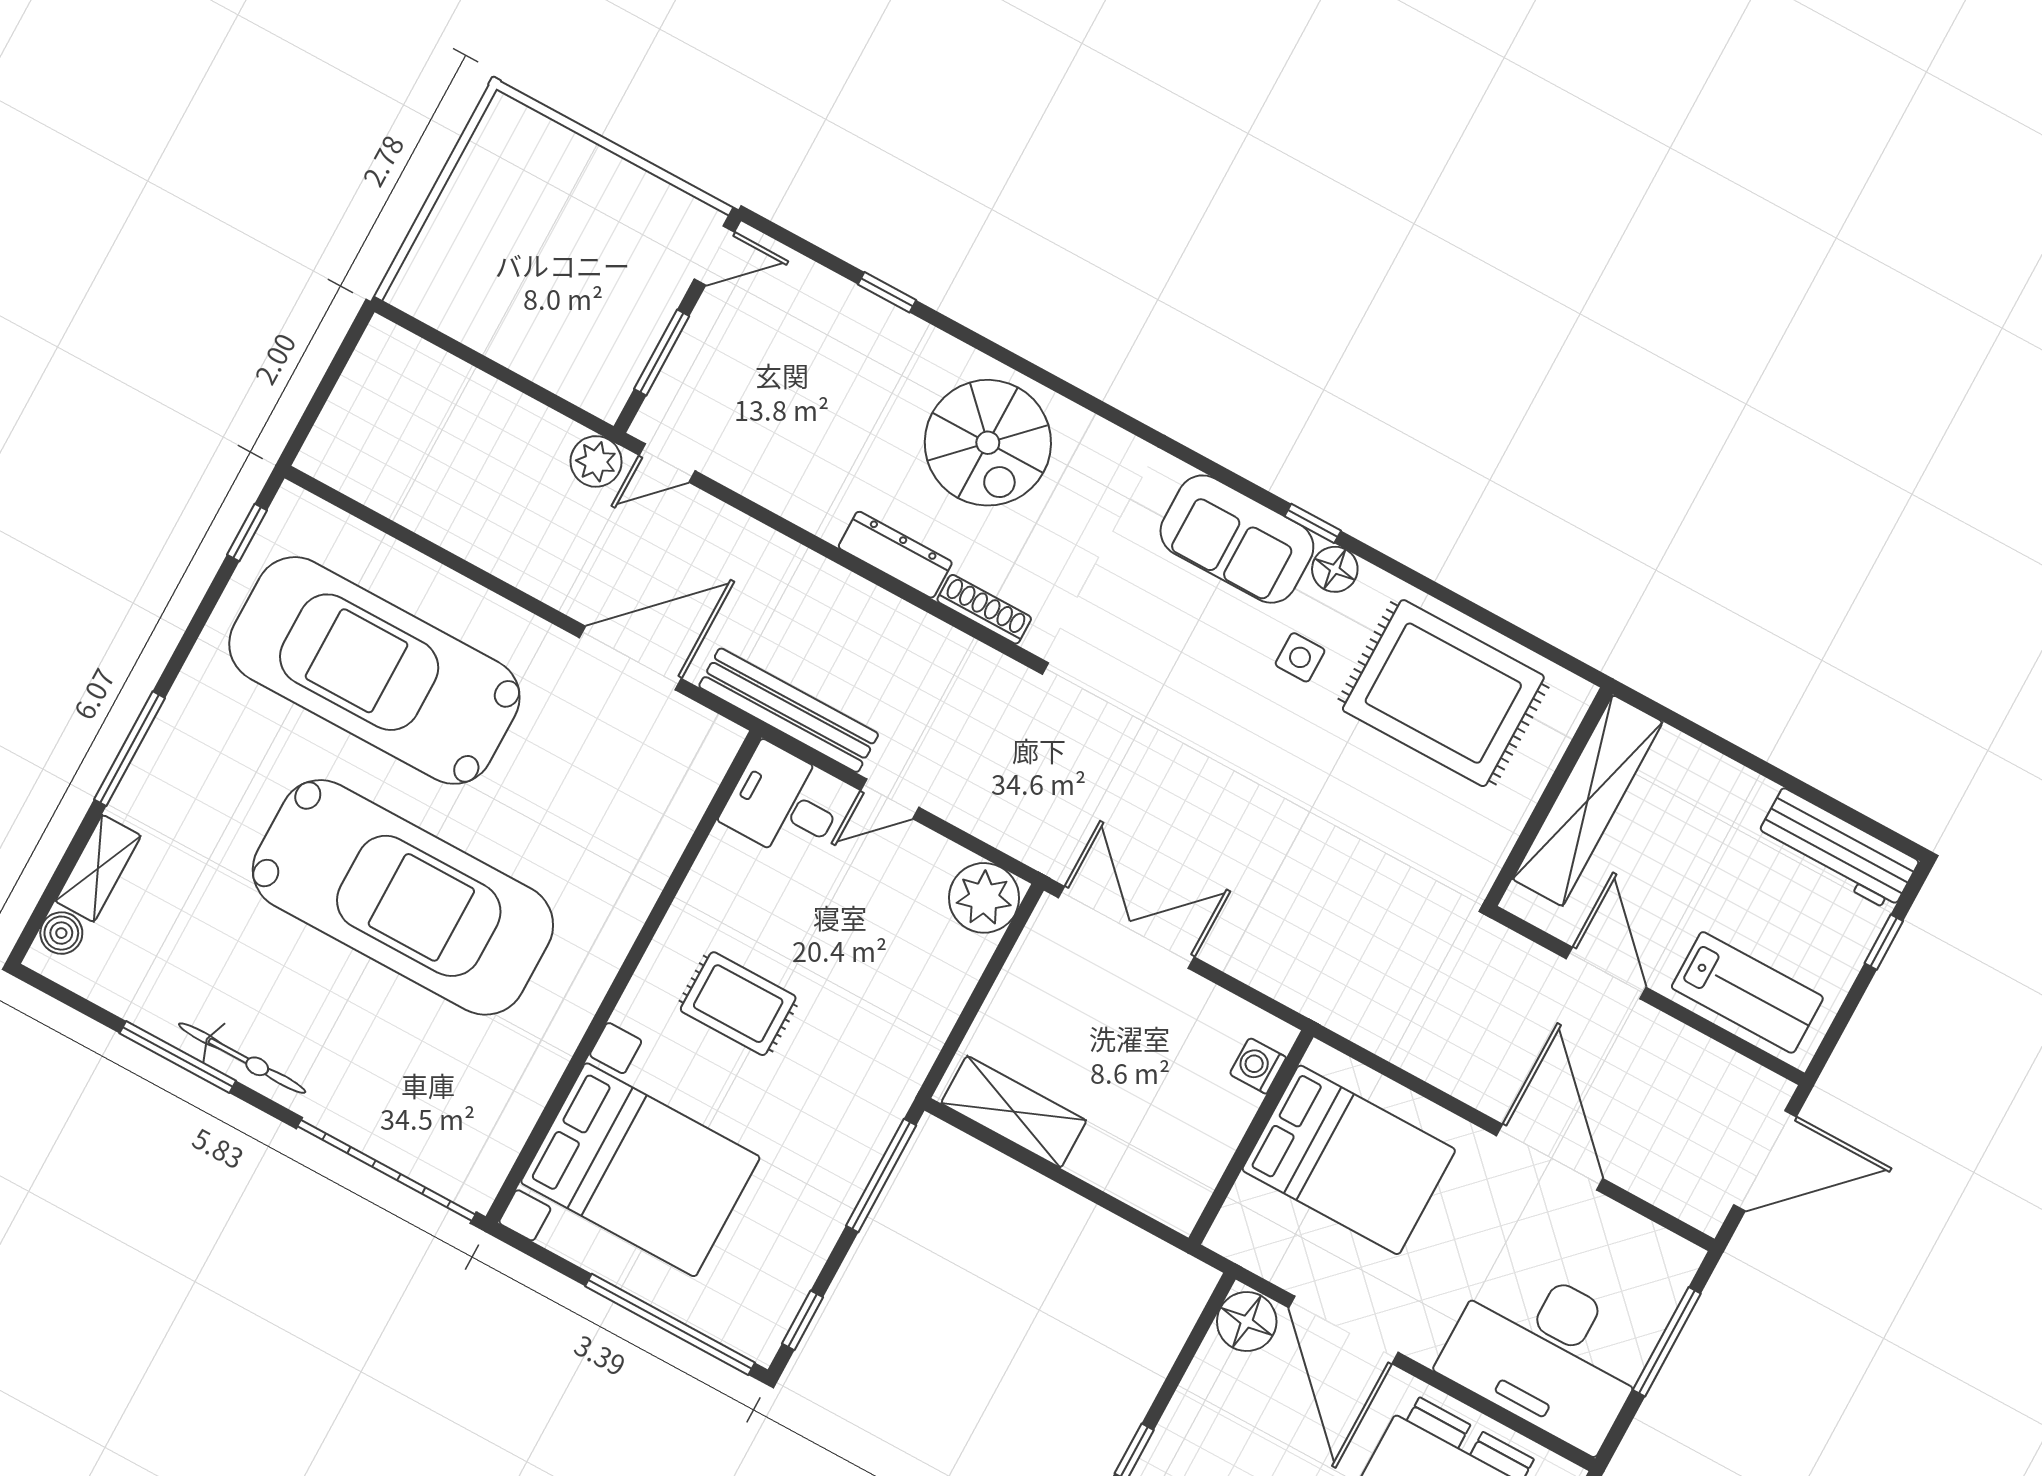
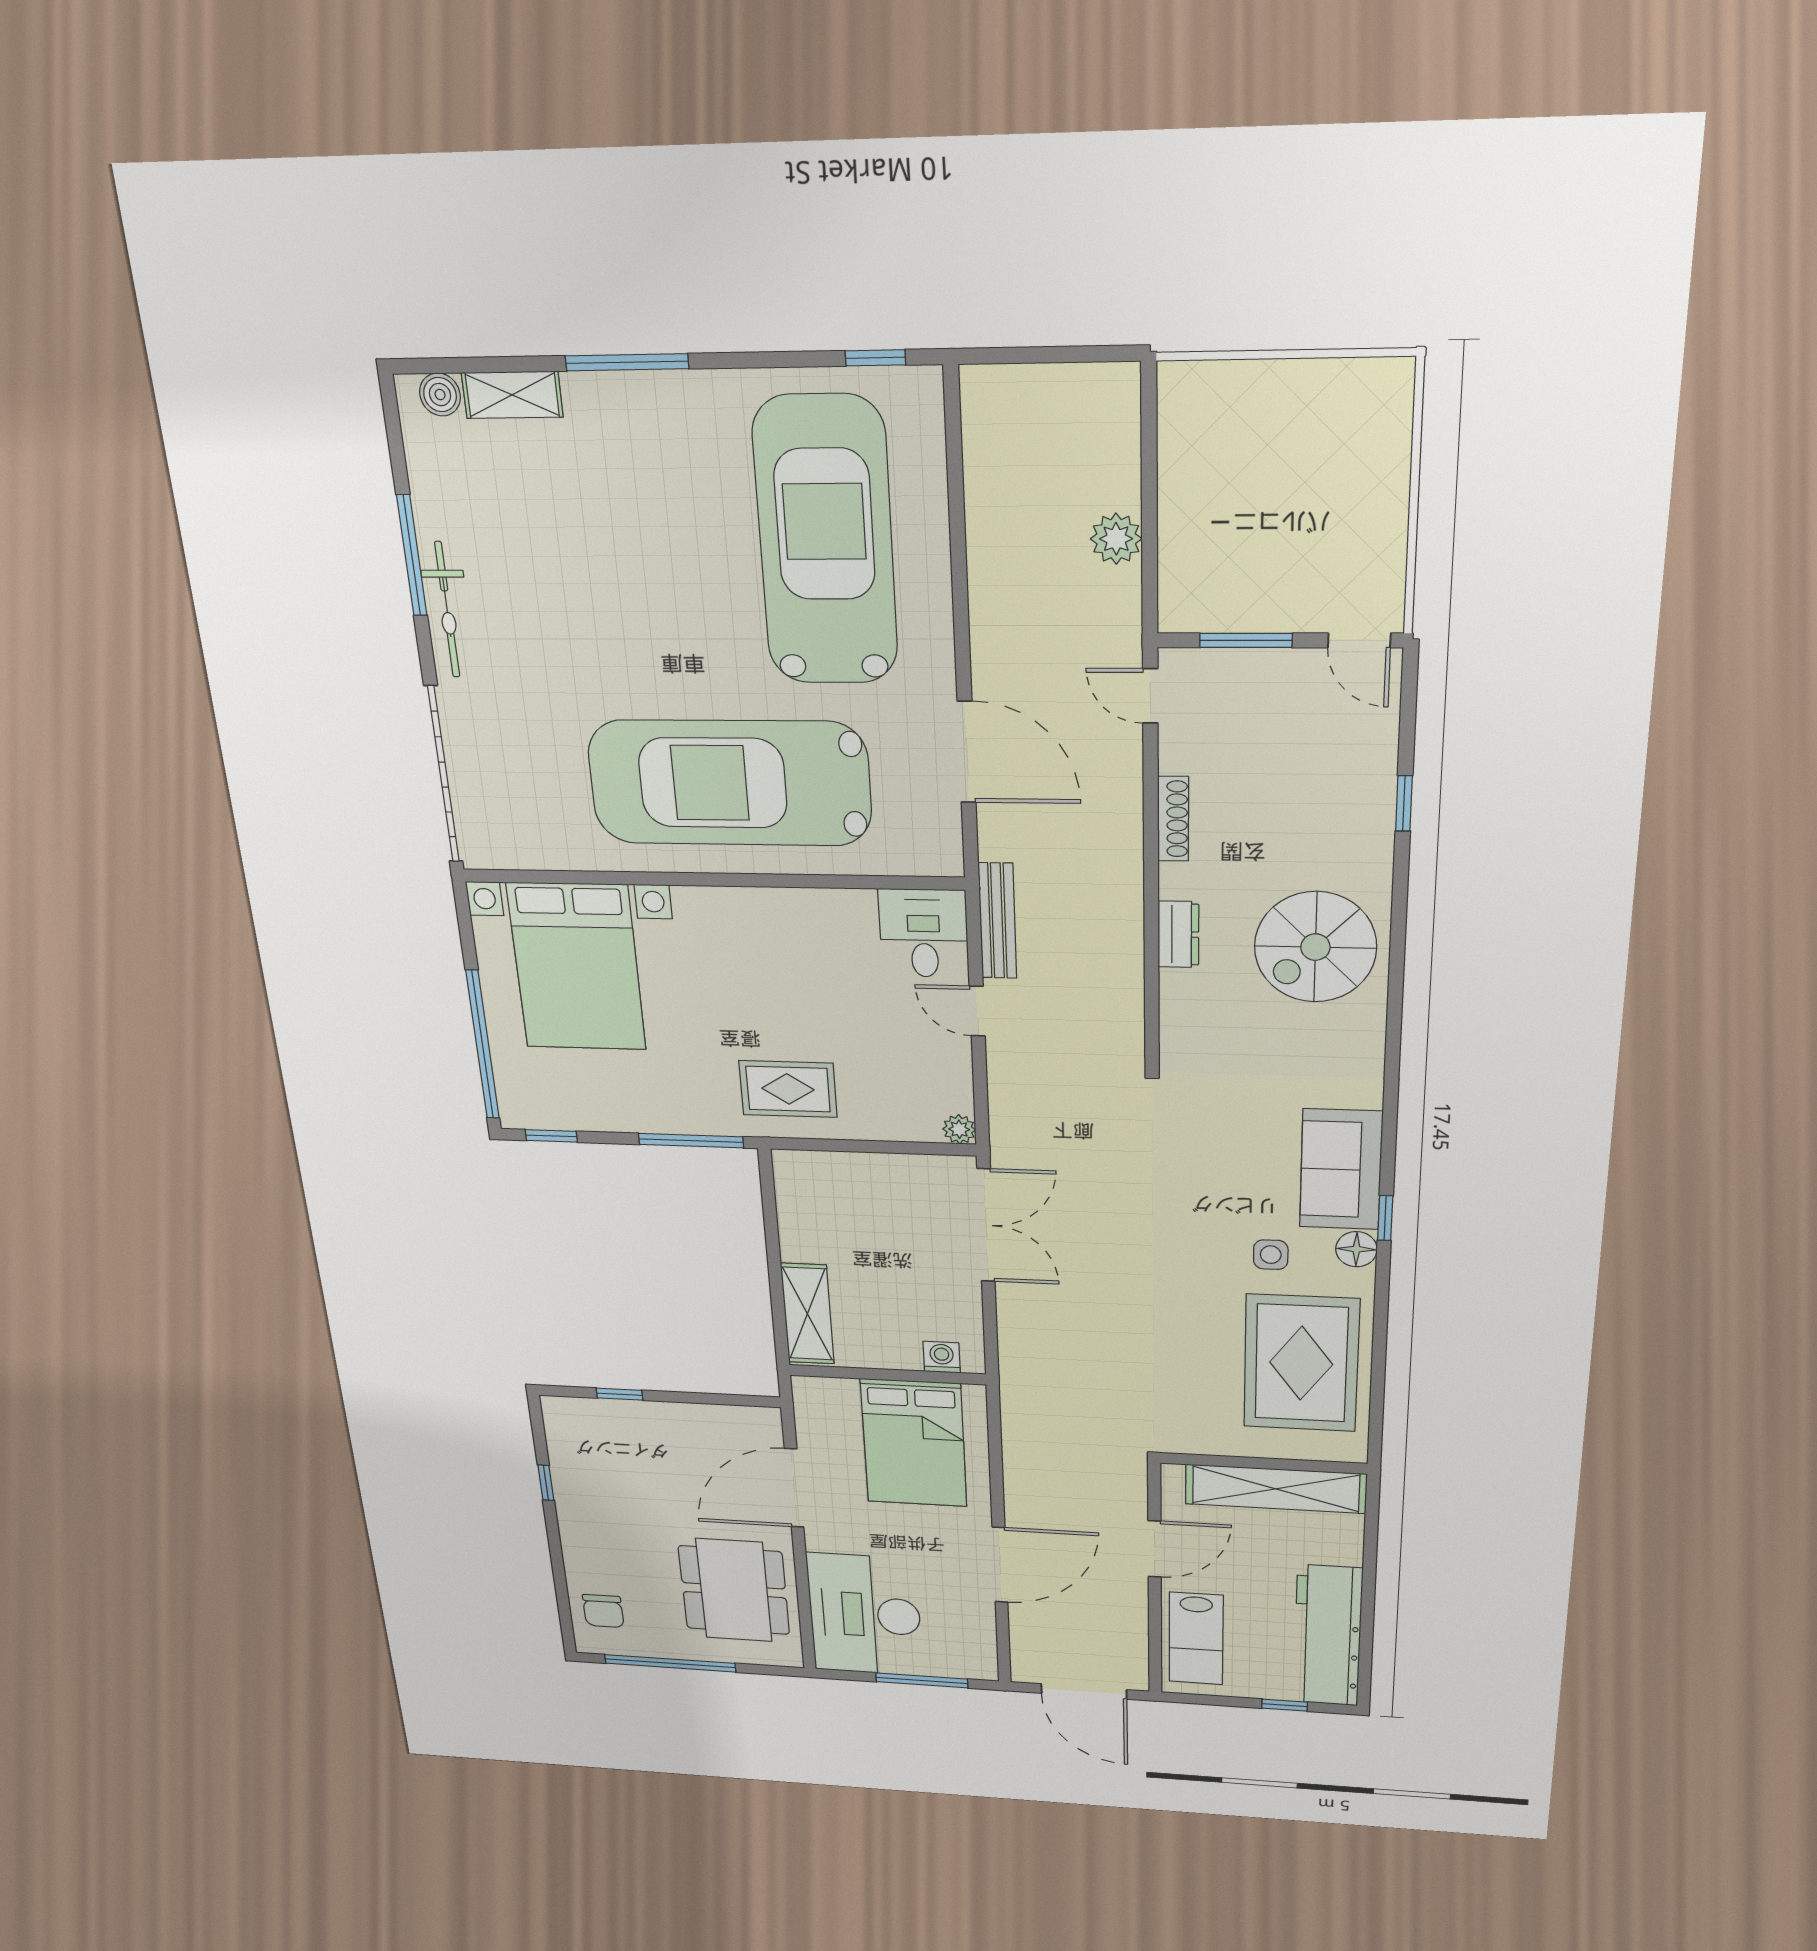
plant: (596, 461) -> (1116, 539), moved
dresser: (895, 555) -> (1178, 934), width x0.70
shoe rack: (984, 609) -> (1173, 819), moved
bench: (789, 710) -> (997, 921), width x0.73, depth x0.82
workbench: (1837, 850) -> (1328, 1636), width x1.36, depth x1.32
car: (403, 897) -> (729, 783), moved, turned 90
plant: (984, 898) -> (959, 1129), width x0.53, depth x0.53
rug: (738, 1004) -> (788, 1089), moved, turned 90
shelving: (1014, 1112) -> (807, 1314), moved
floor lamp: (1247, 1322) -> (757, 1426), removed

